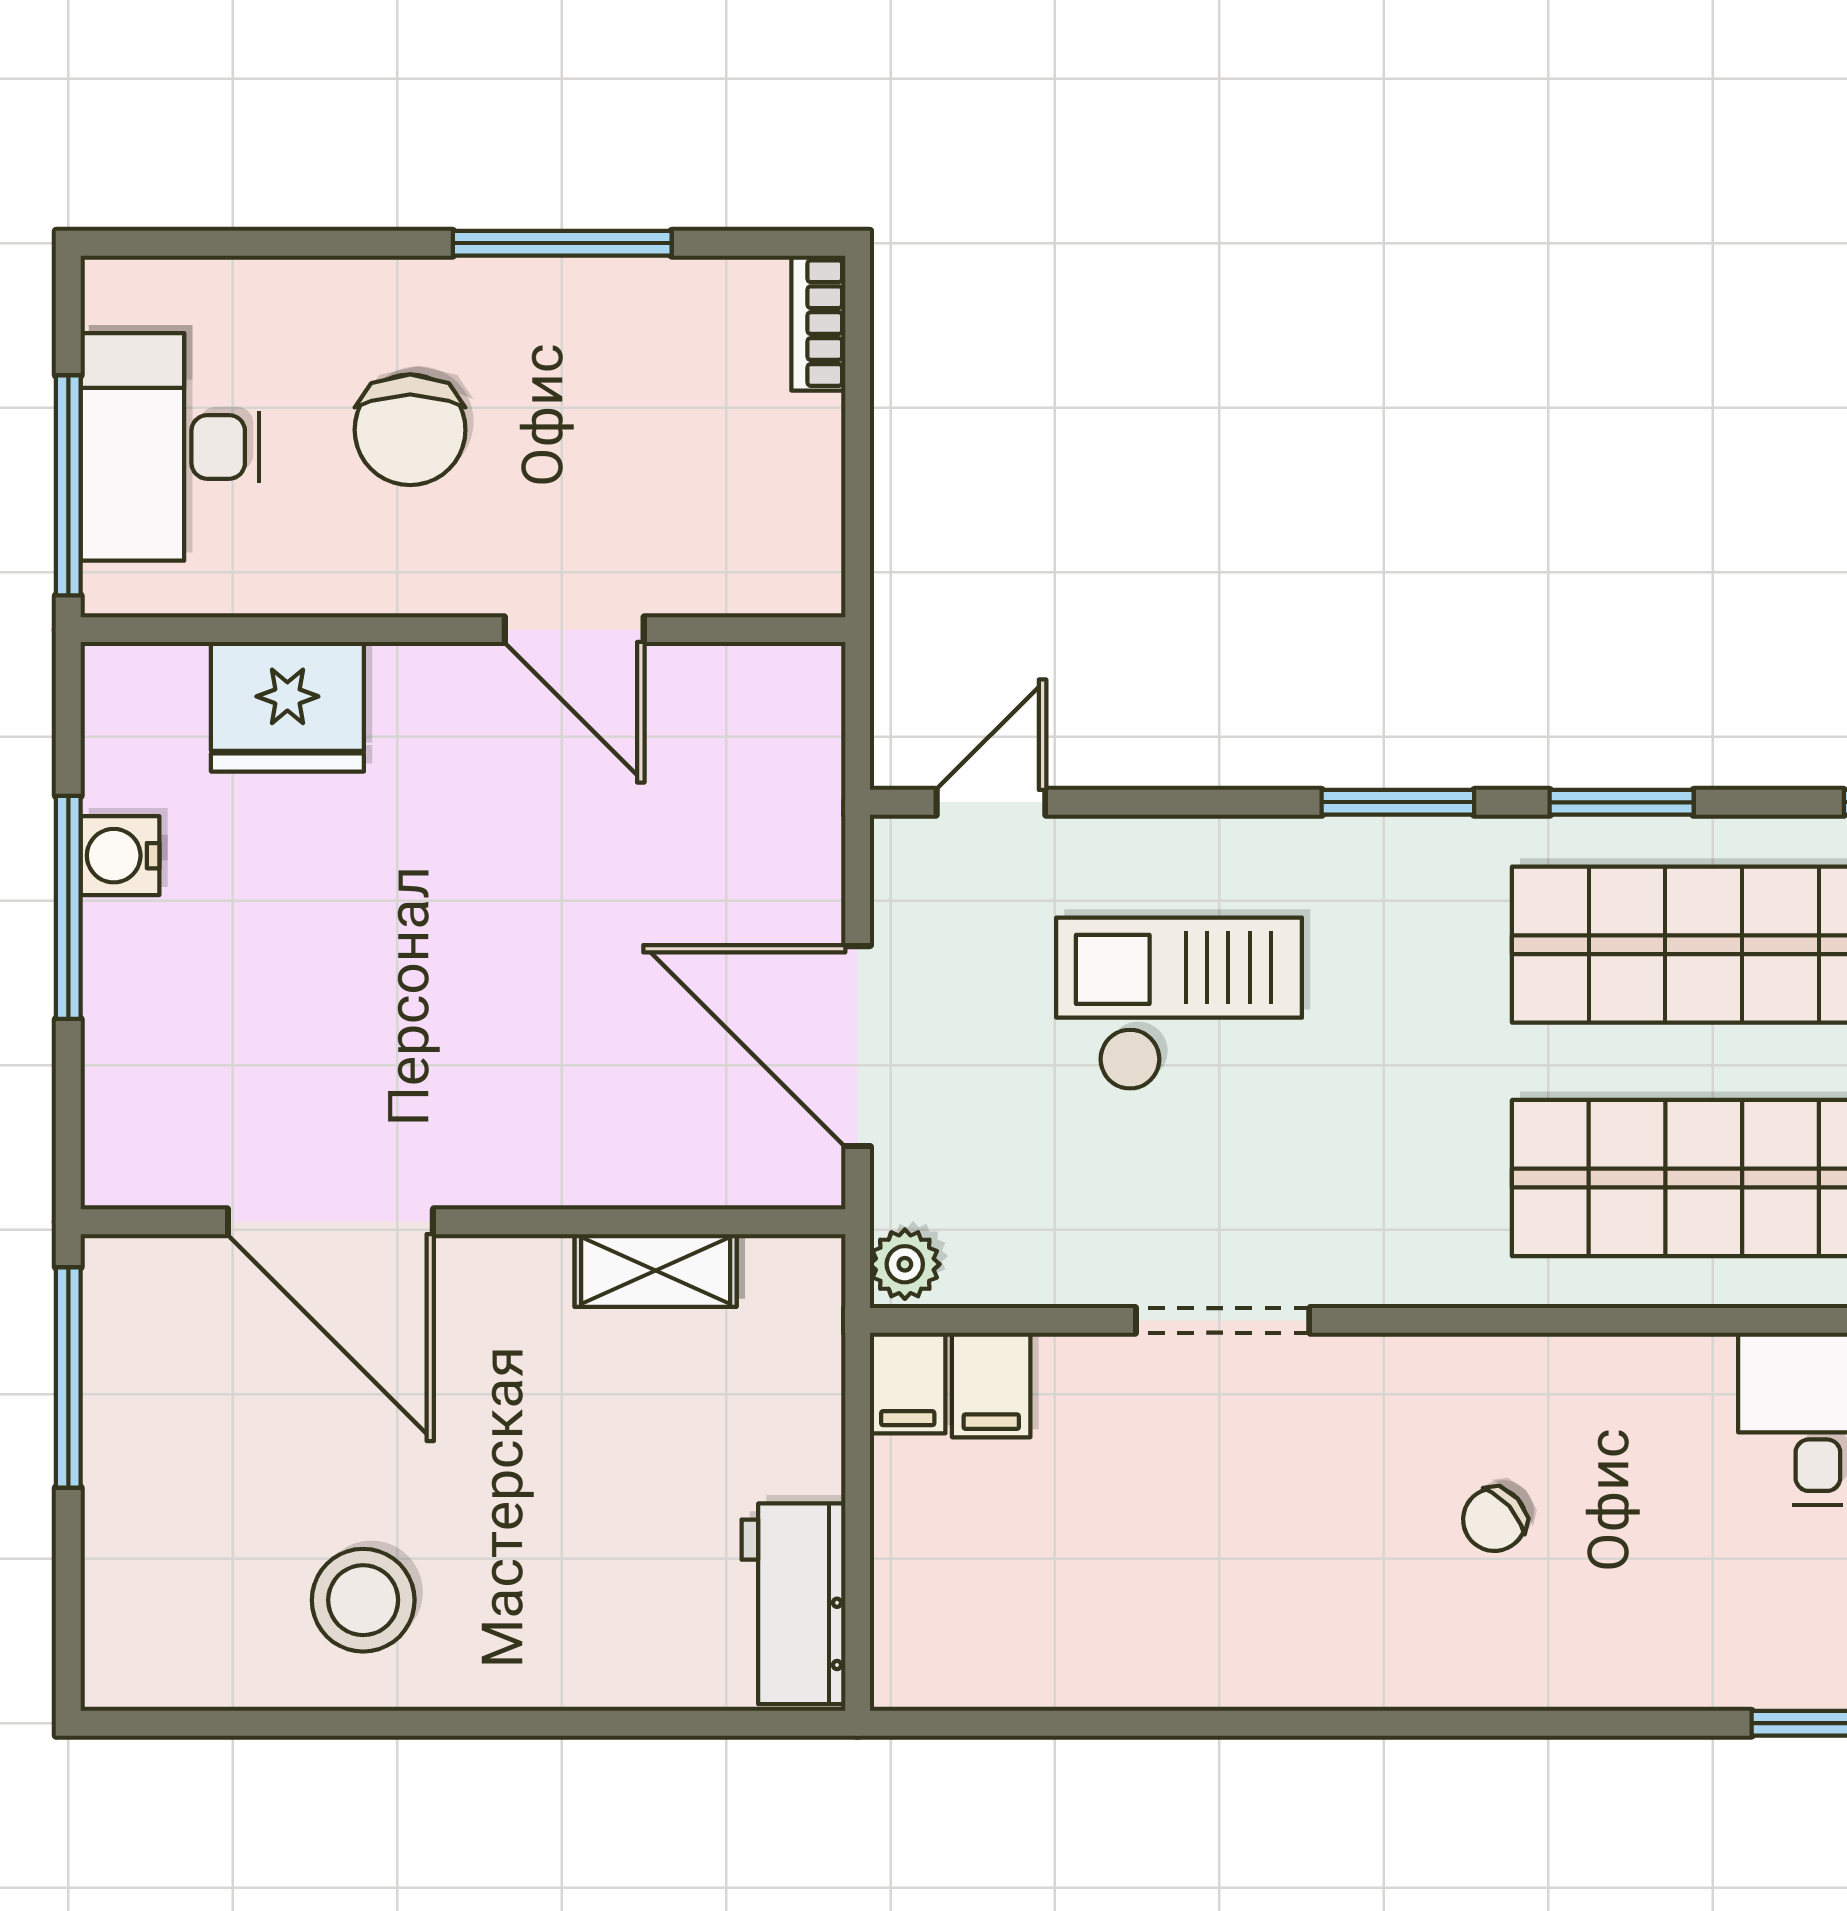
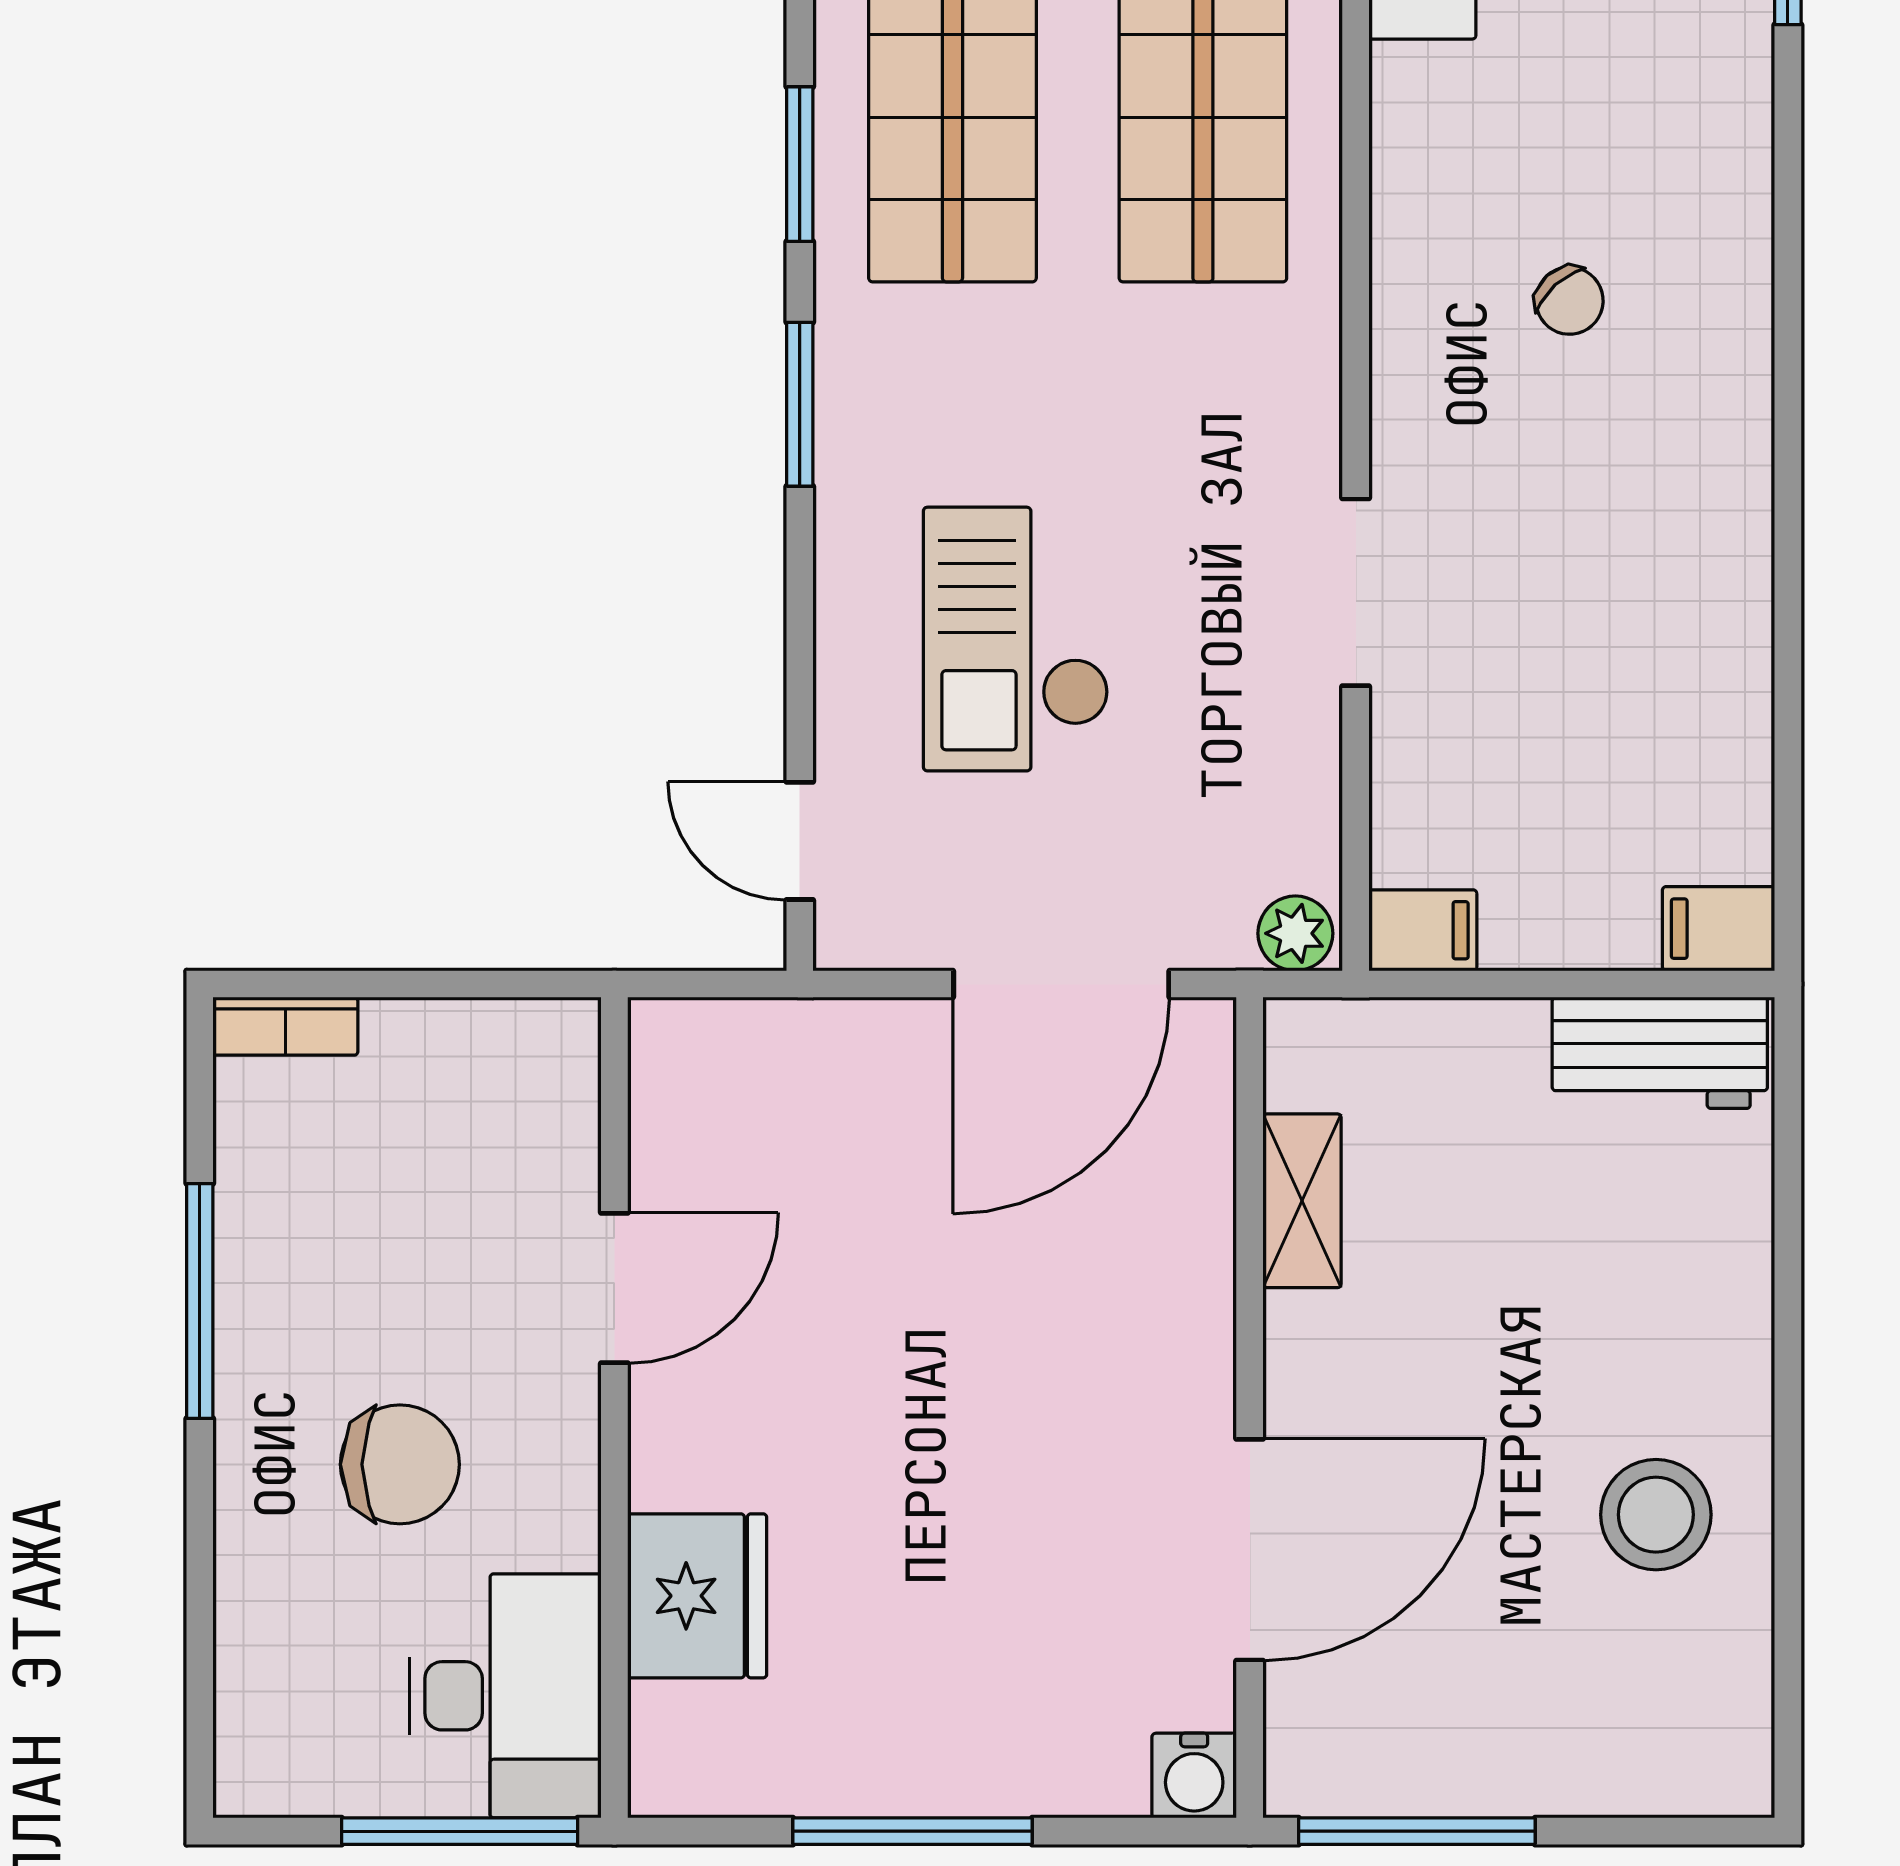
desk: (170, 447) -> (505, 1696), moved, turned -90
water cooler: (120, 856) -> (1194, 1776), moved
filing cabinet: (991, 1385) -> (1719, 929), moved, turned 180

